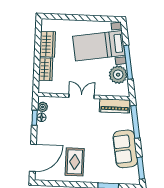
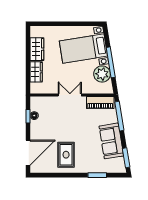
plant: (43, 107) -> (35, 106), removed

